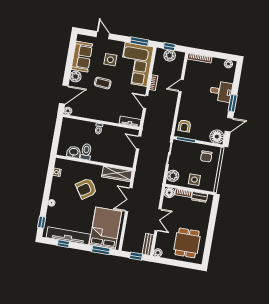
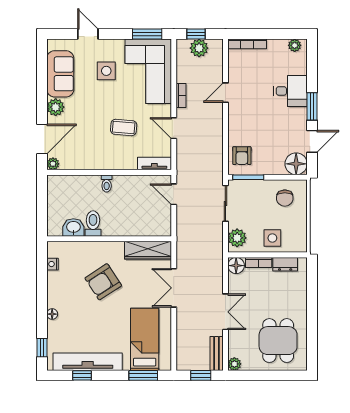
coffee table: (103, 83) -> (124, 127), moved
bed: (105, 228) -> (145, 339), width x0.67

